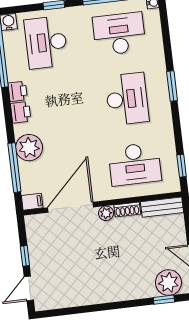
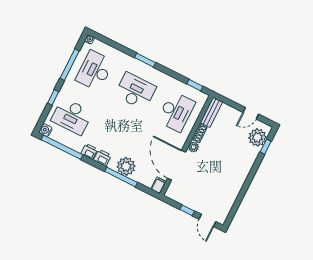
window: (14, 168) -> (121, 177), moved

